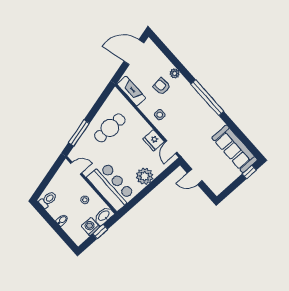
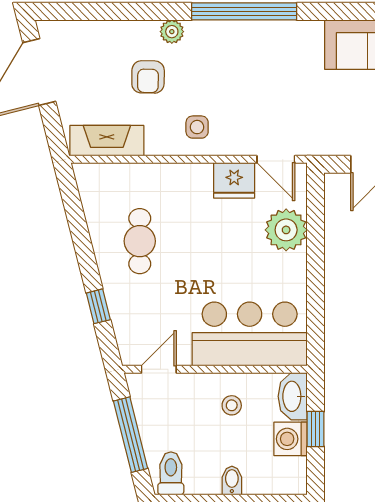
plant: (175, 73) -> (172, 32), moved
armchair: (162, 86) -> (148, 77), turned -83
cafe table: (110, 128) -> (140, 241), width x0.73, depth x0.74
window: (79, 133) -> (98, 306), width x0.46
plant: (145, 176) -> (286, 230), moved
window: (49, 177) -> (131, 435), added

